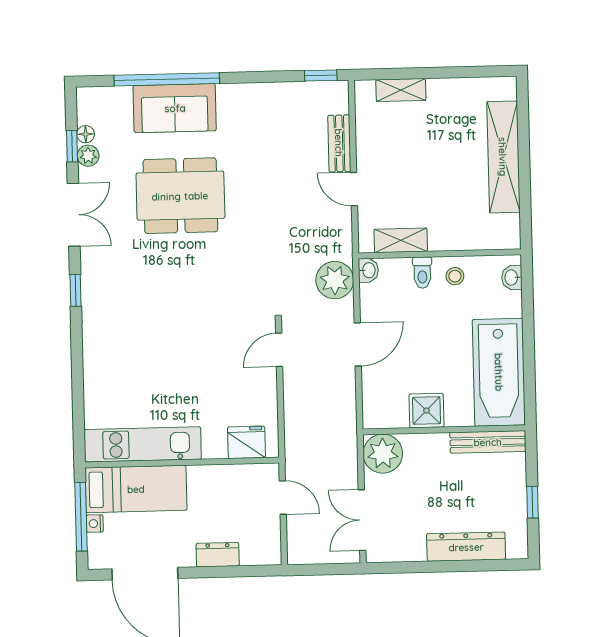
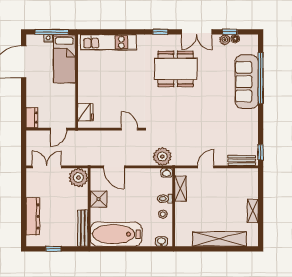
shelving: (401, 90) -> (253, 211), moved
sofa: (175, 108) -> (247, 82), width x1.36
bench: (339, 143) -> (242, 160), moved
dining table: (180, 196) -> (176, 69), moved, turned 90
door: (358, 344) -> (114, 167), moved
kitchen unit: (143, 444) -> (109, 42), moved, turned 90
dresser: (218, 555) -> (32, 118), moved

